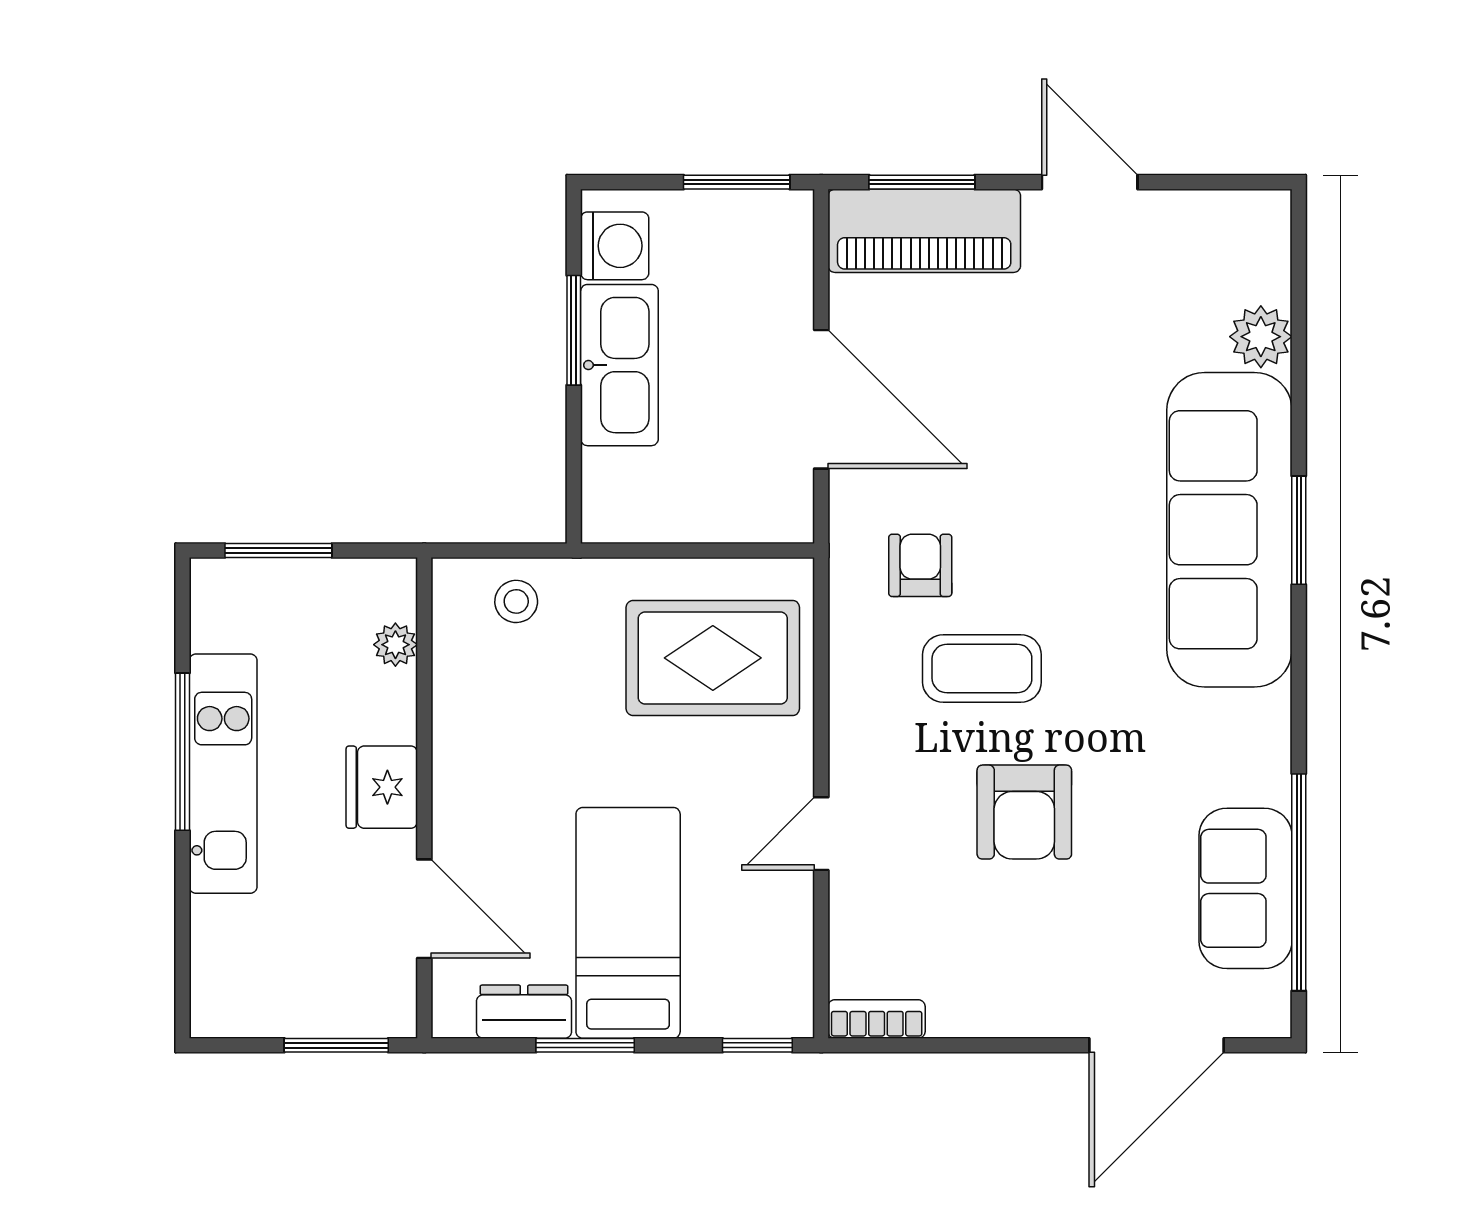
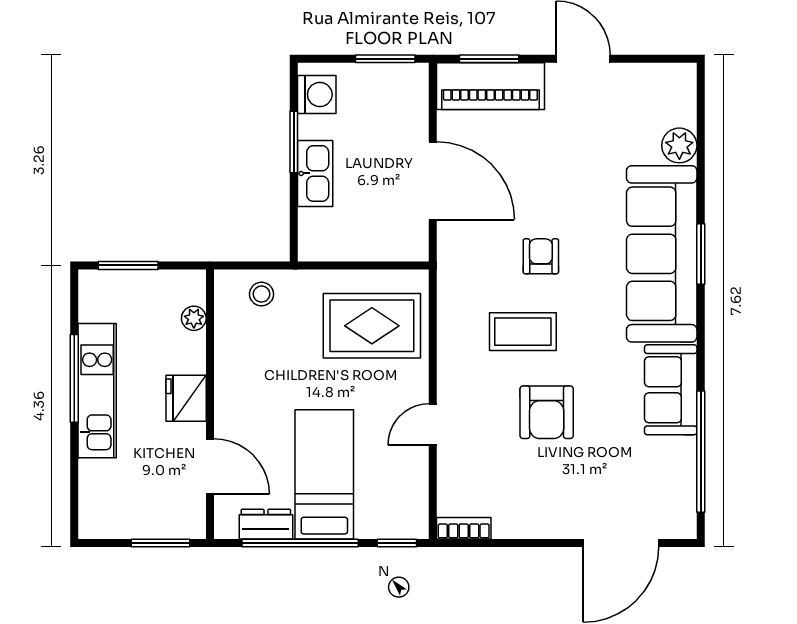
kitchen sink: (619, 365) -> (315, 173), width x0.73, depth x0.81
armchair: (920, 565) -> (541, 256), moved
sofa: (1245, 888) -> (671, 390), moved
window: (585, 1045) -> (300, 543), width x2.11

